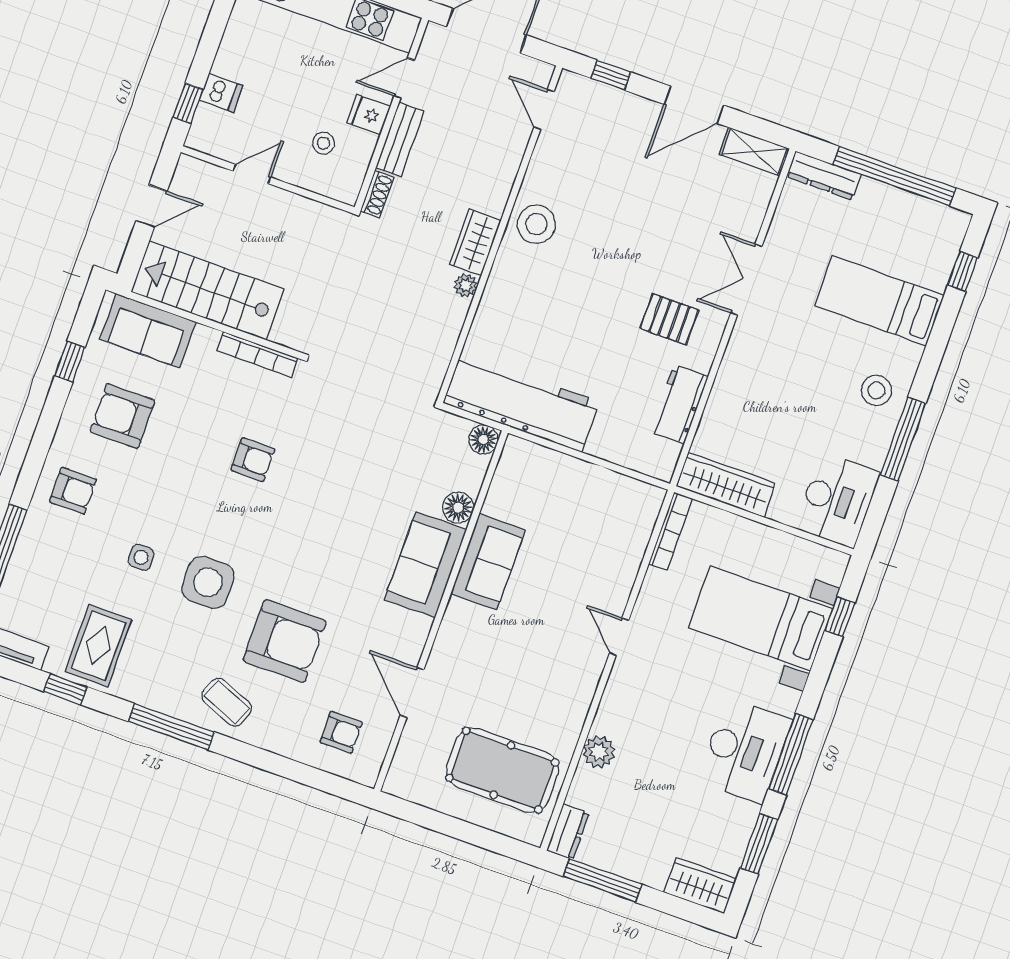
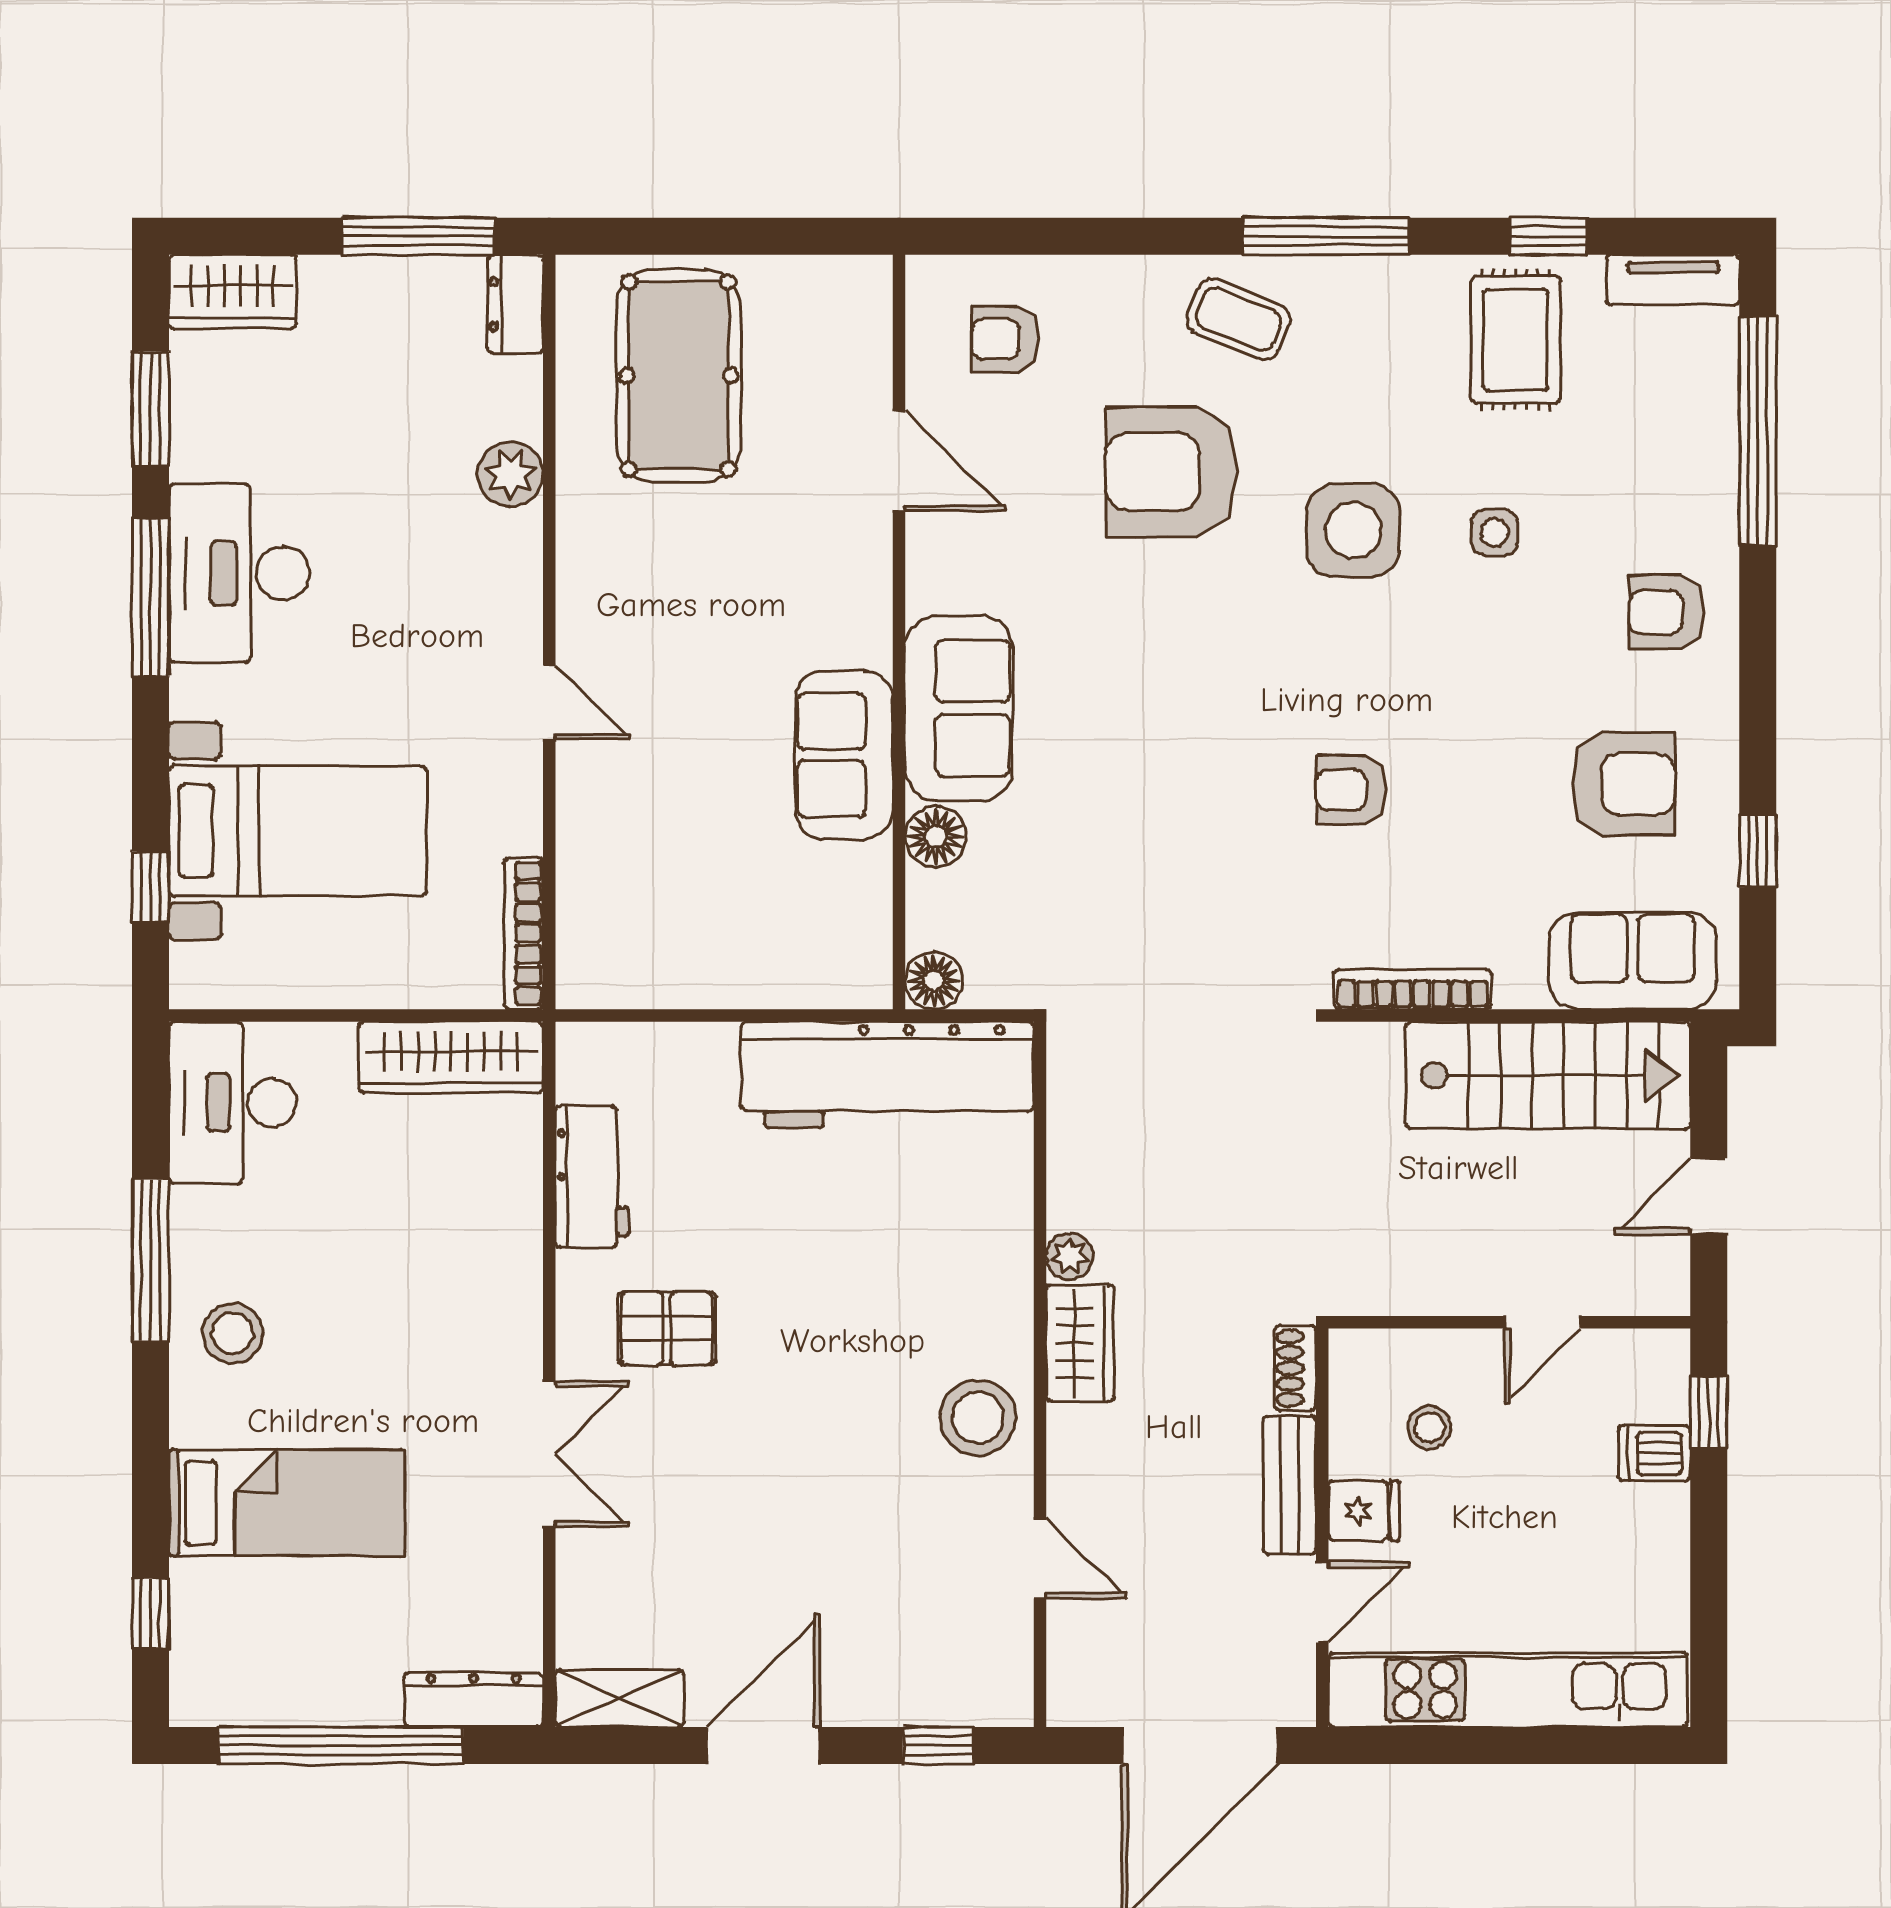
door: (544, 109) -> (1040, 1559), moved
pool table: (502, 770) -> (679, 376), turned 90

